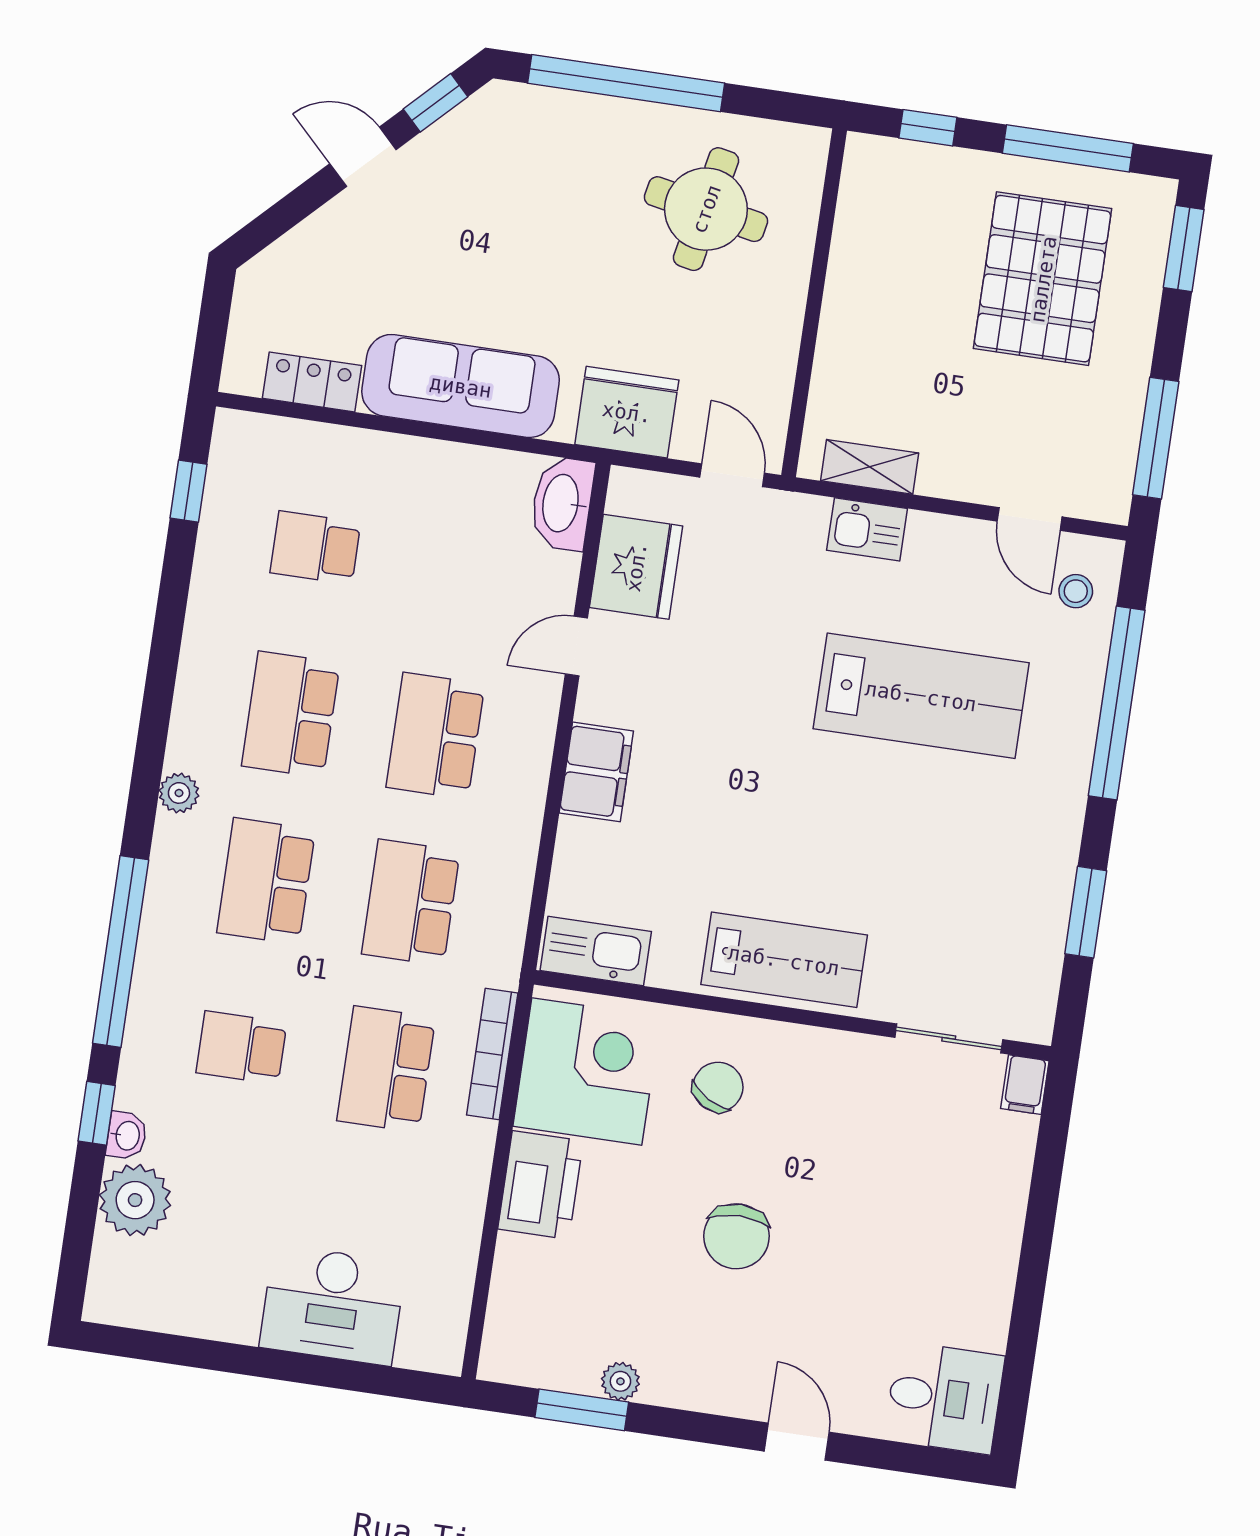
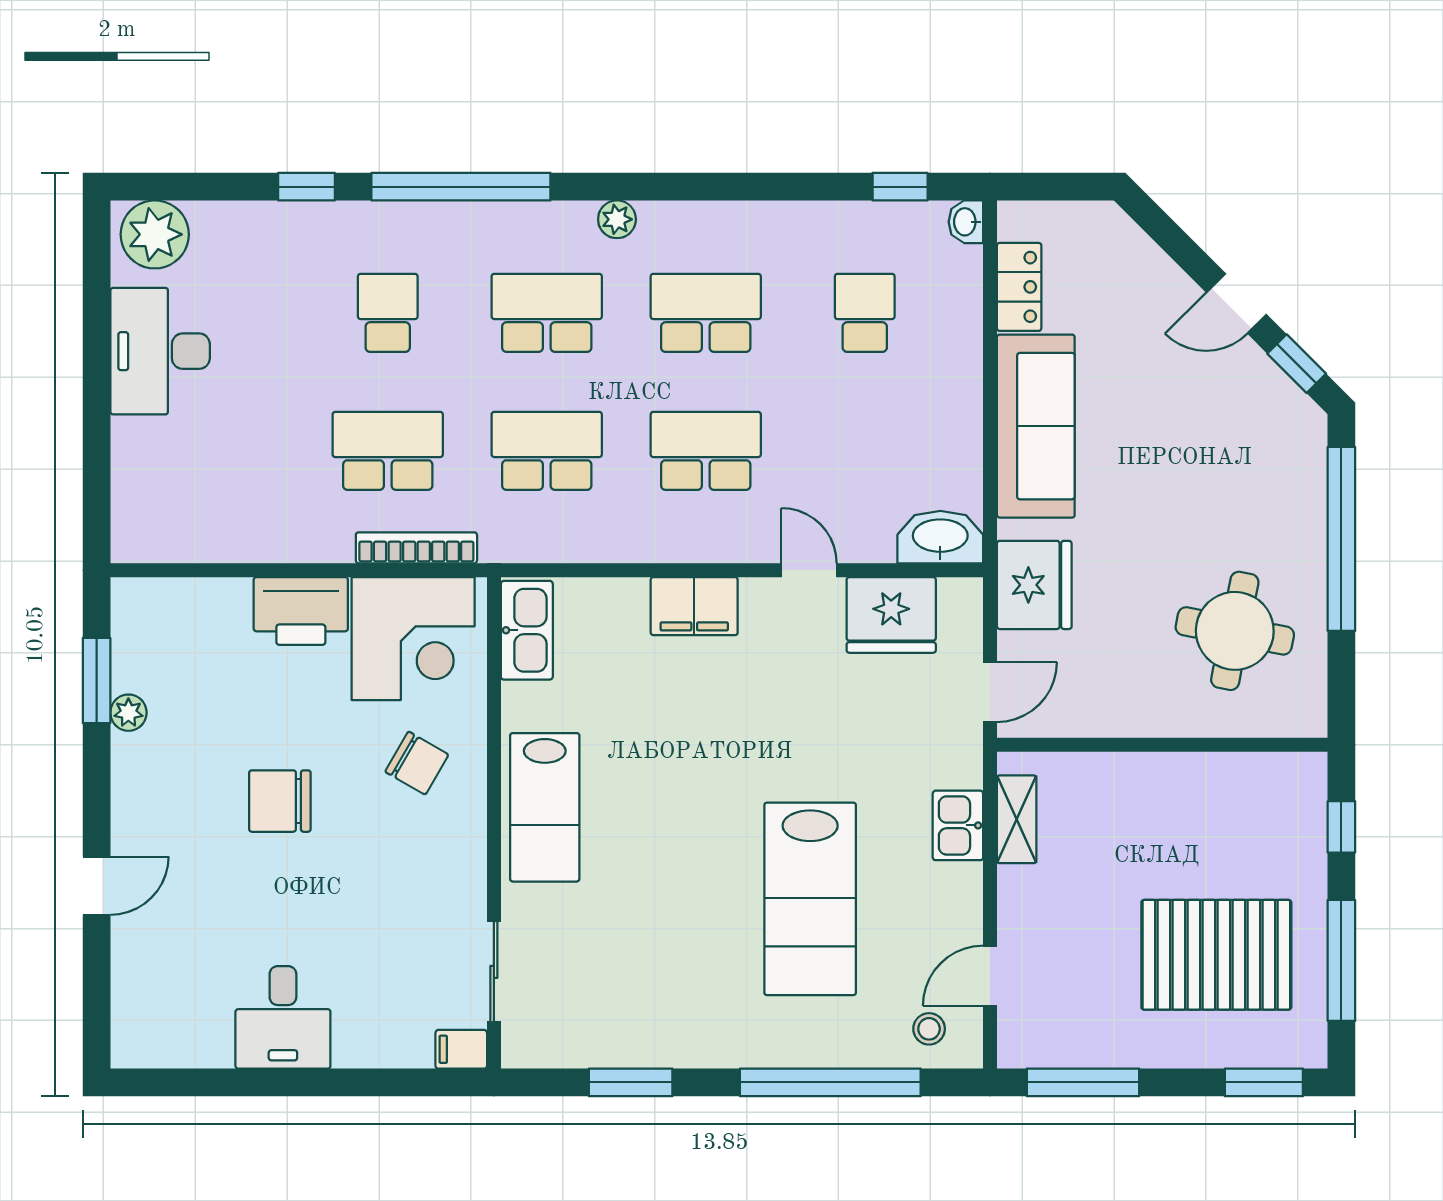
door: (363, 157) -> (1236, 303), swing flipped
washbasin: (127, 1136) -> (966, 222), moved, turned 90
plant: (135, 1200) -> (155, 234), moved
desk: (333, 1305) -> (160, 351), moved
desk: (944, 1398) -> (283, 1017), moved

